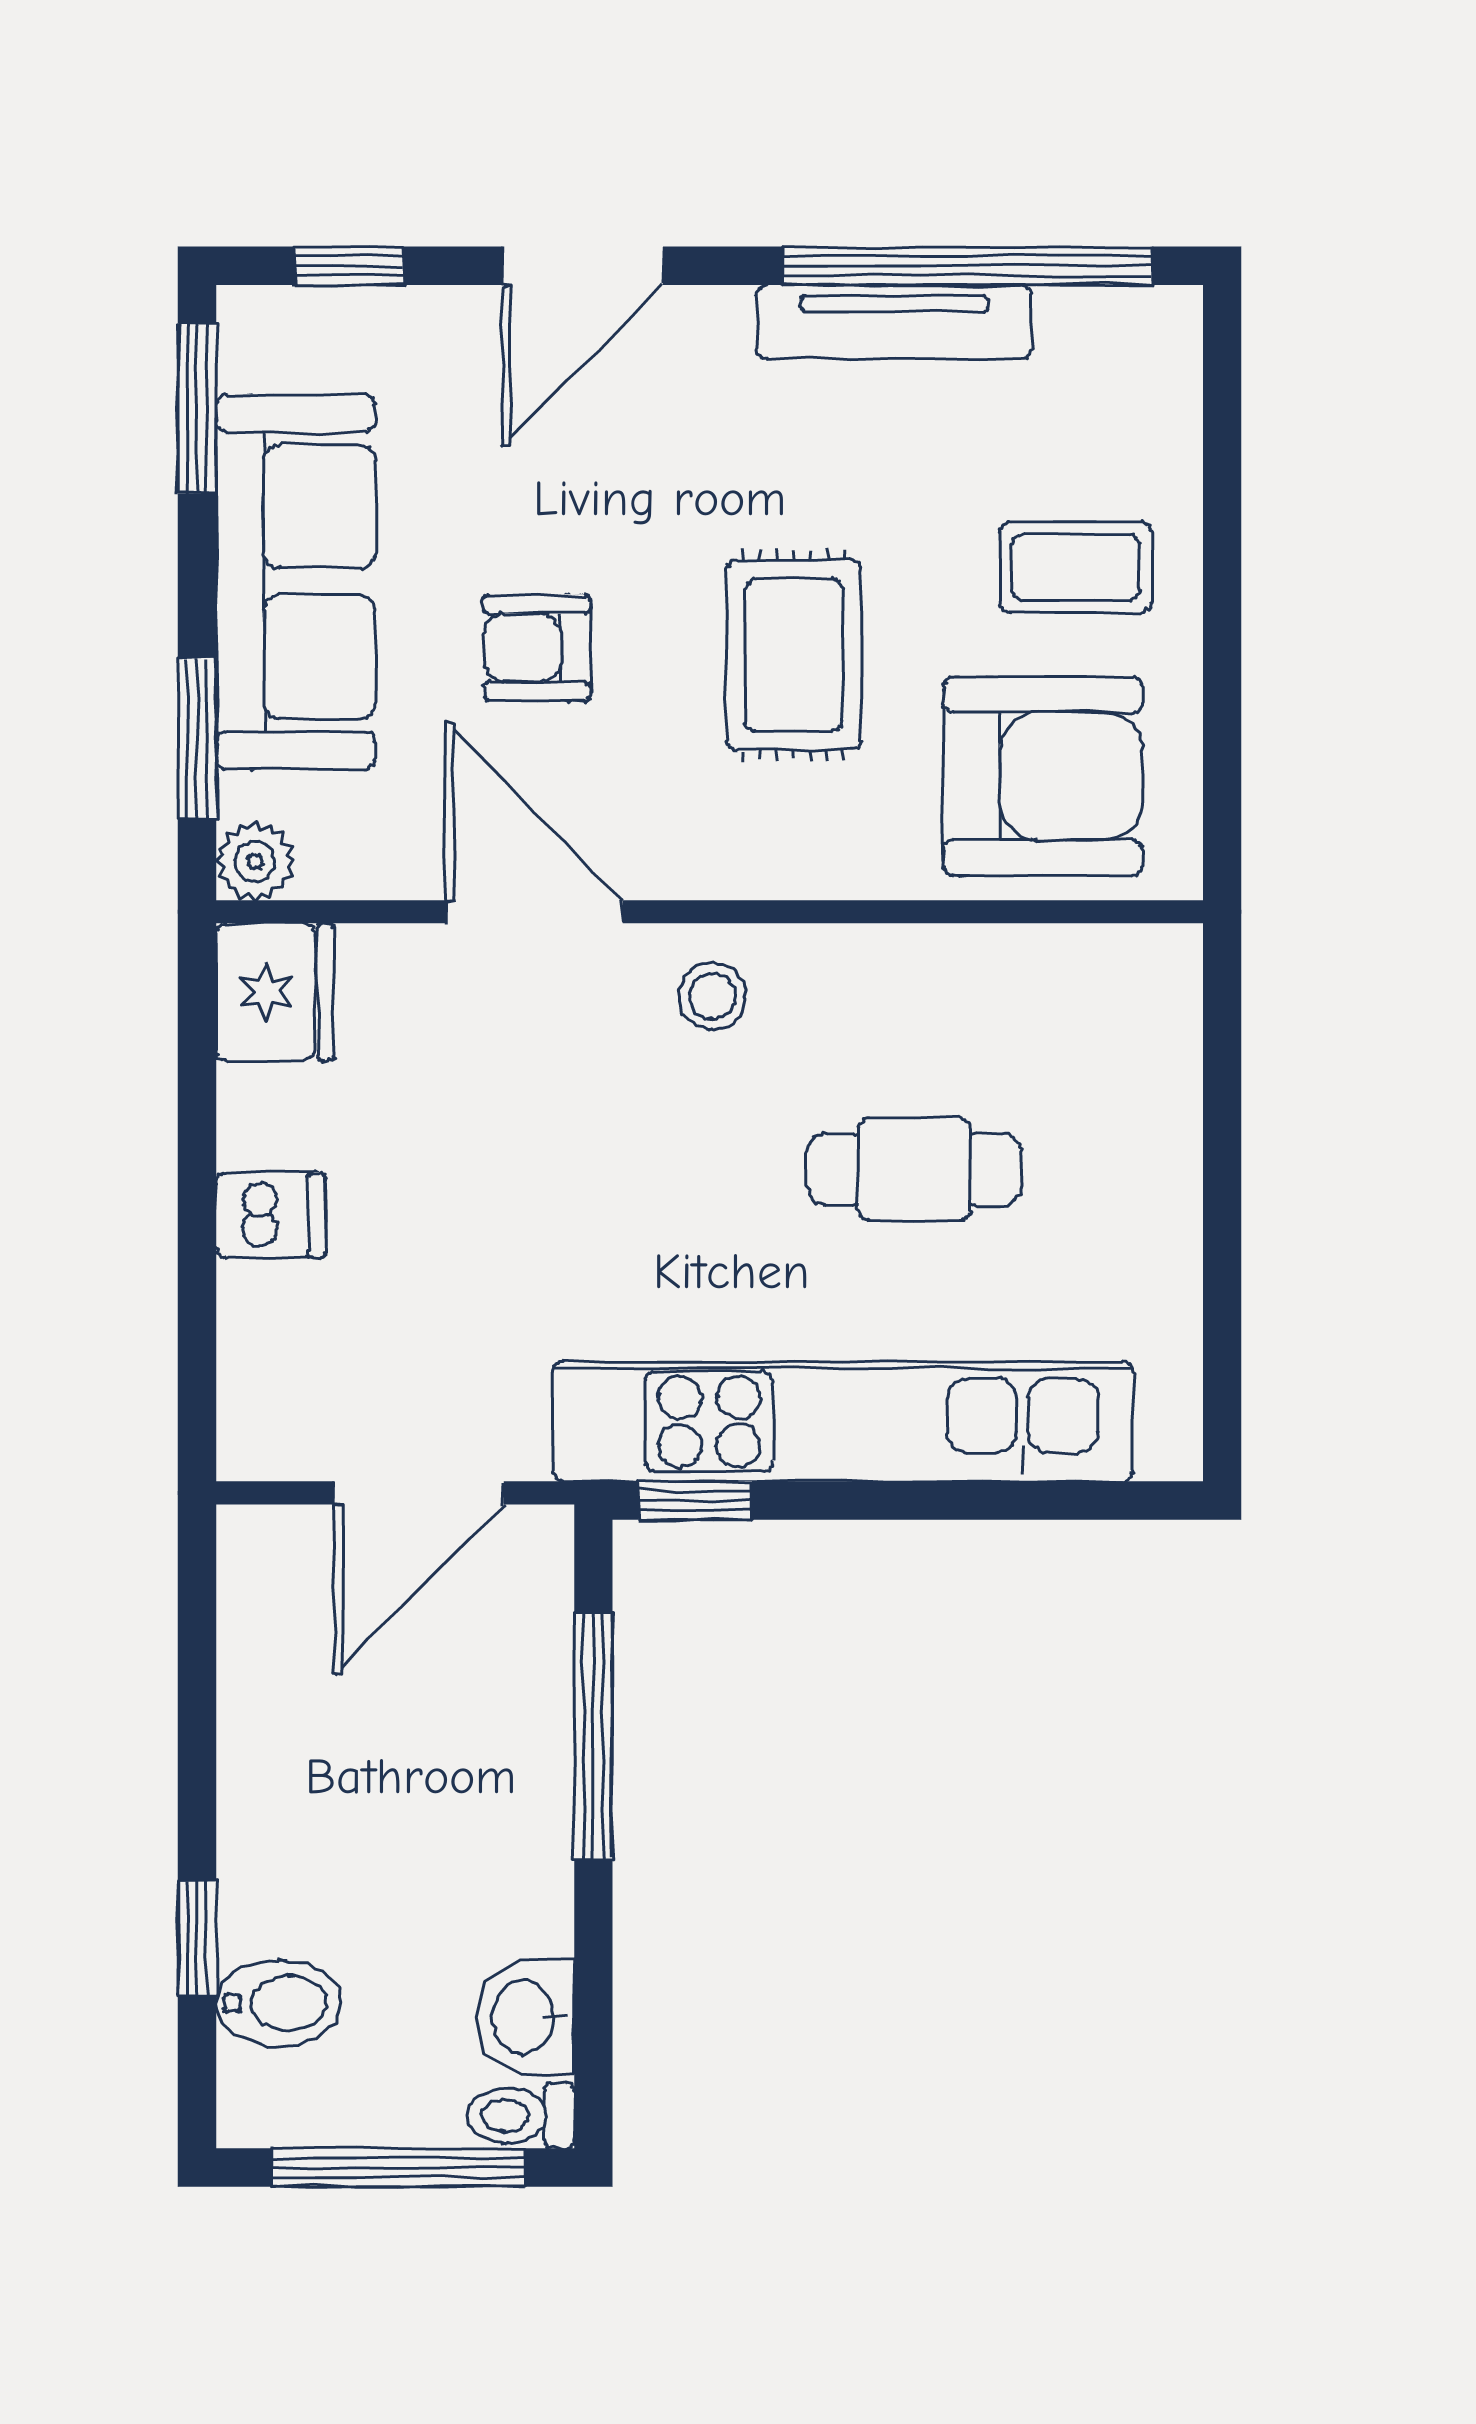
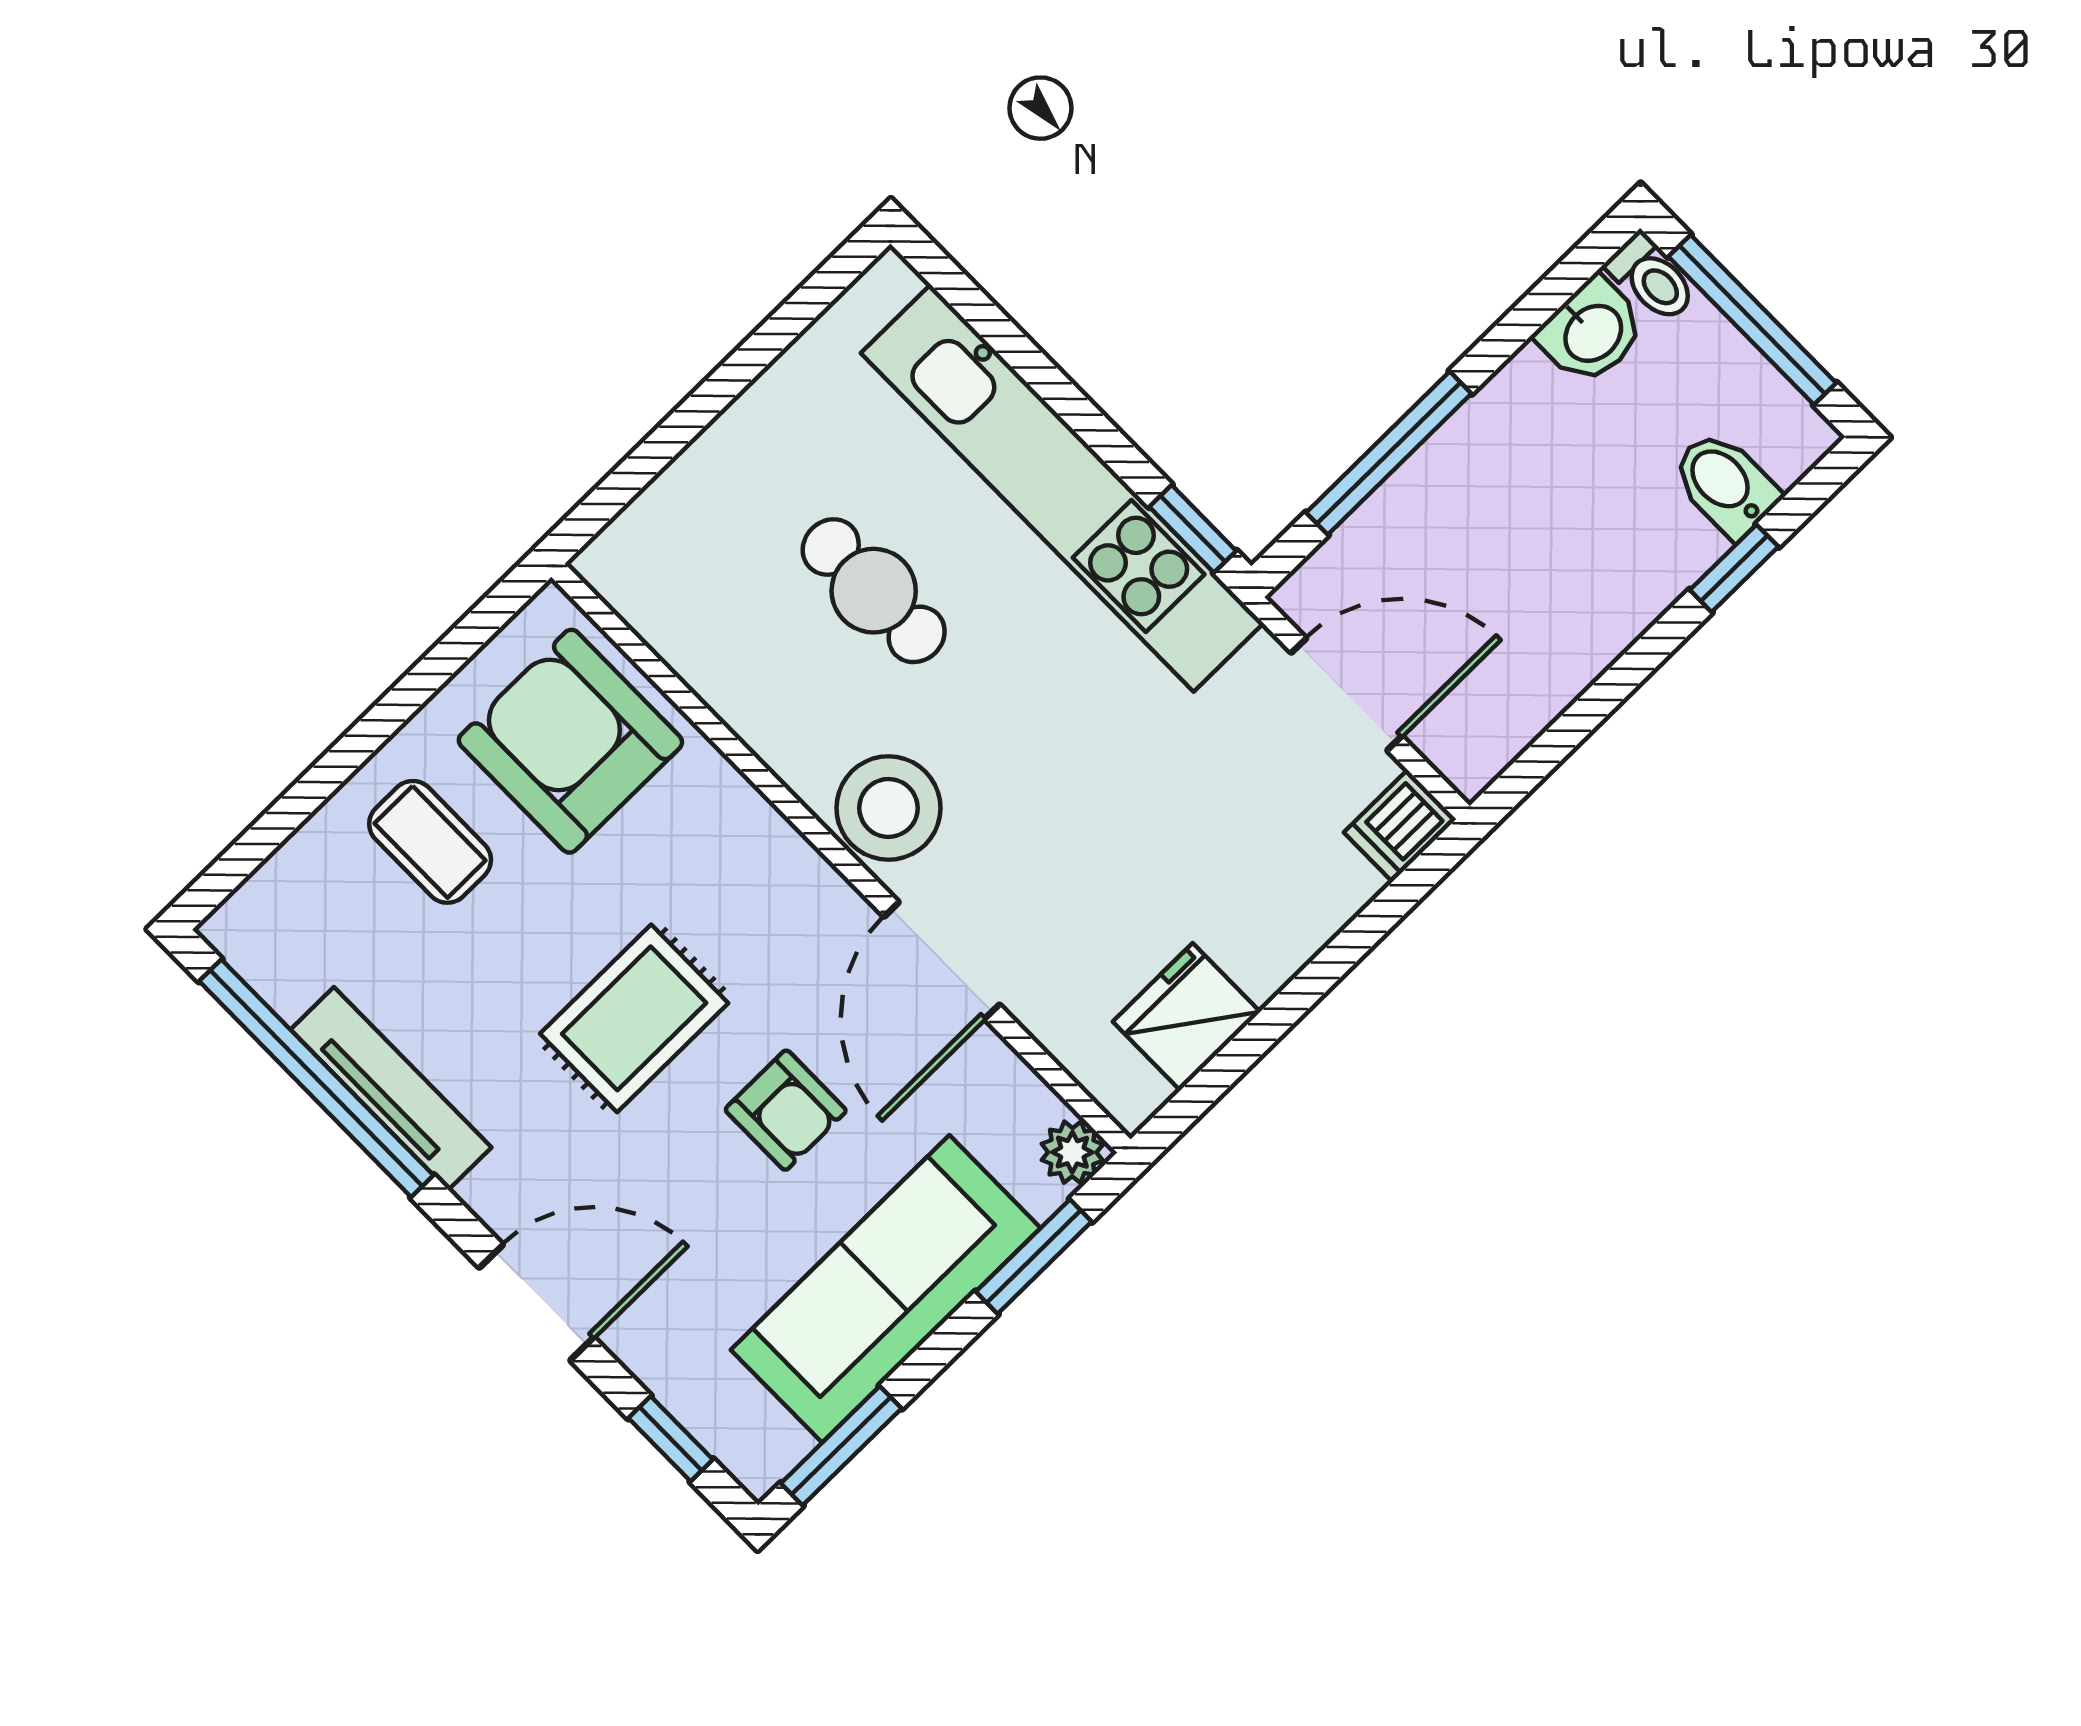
rug: (794, 655) -> (634, 1018), moved
fridge: (275, 992) -> (1187, 1017), moved
stool: (713, 996) -> (888, 808), width x1.89, depth x1.89
dishwasher: (271, 1215) -> (1400, 826), moved, turned -90

